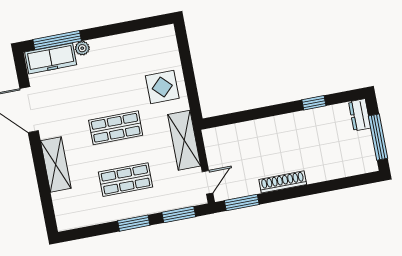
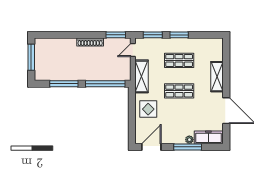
door: (145, 24) -> (151, 147), added
window: (57, 40) -> (188, 147), moved
window: (314, 103) -> (64, 84), width x2.17
dresser: (360, 115) -> (39, 72), removed
window: (243, 116) -> (105, 84), added

